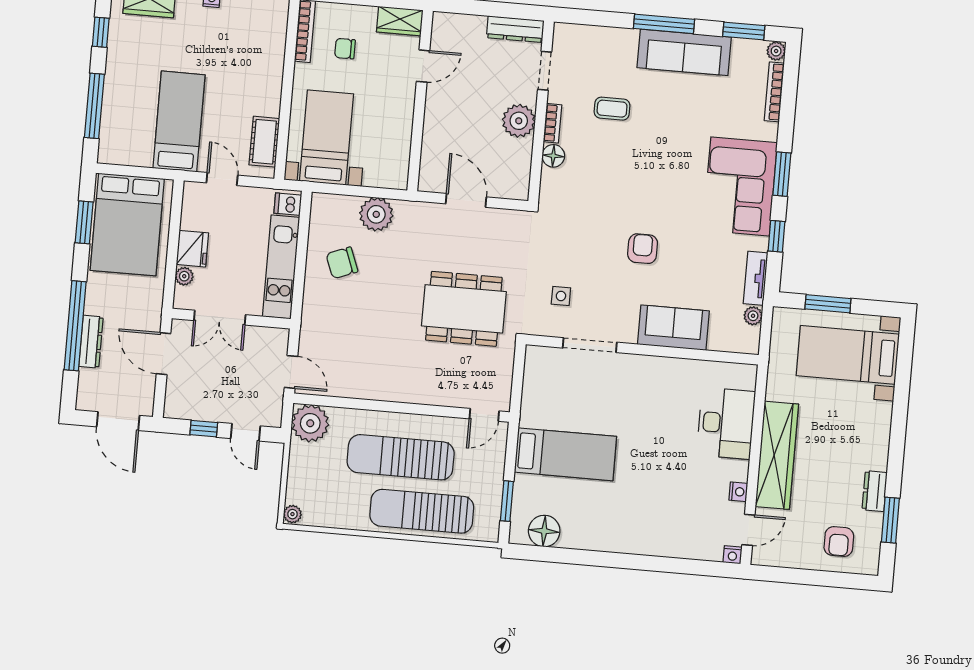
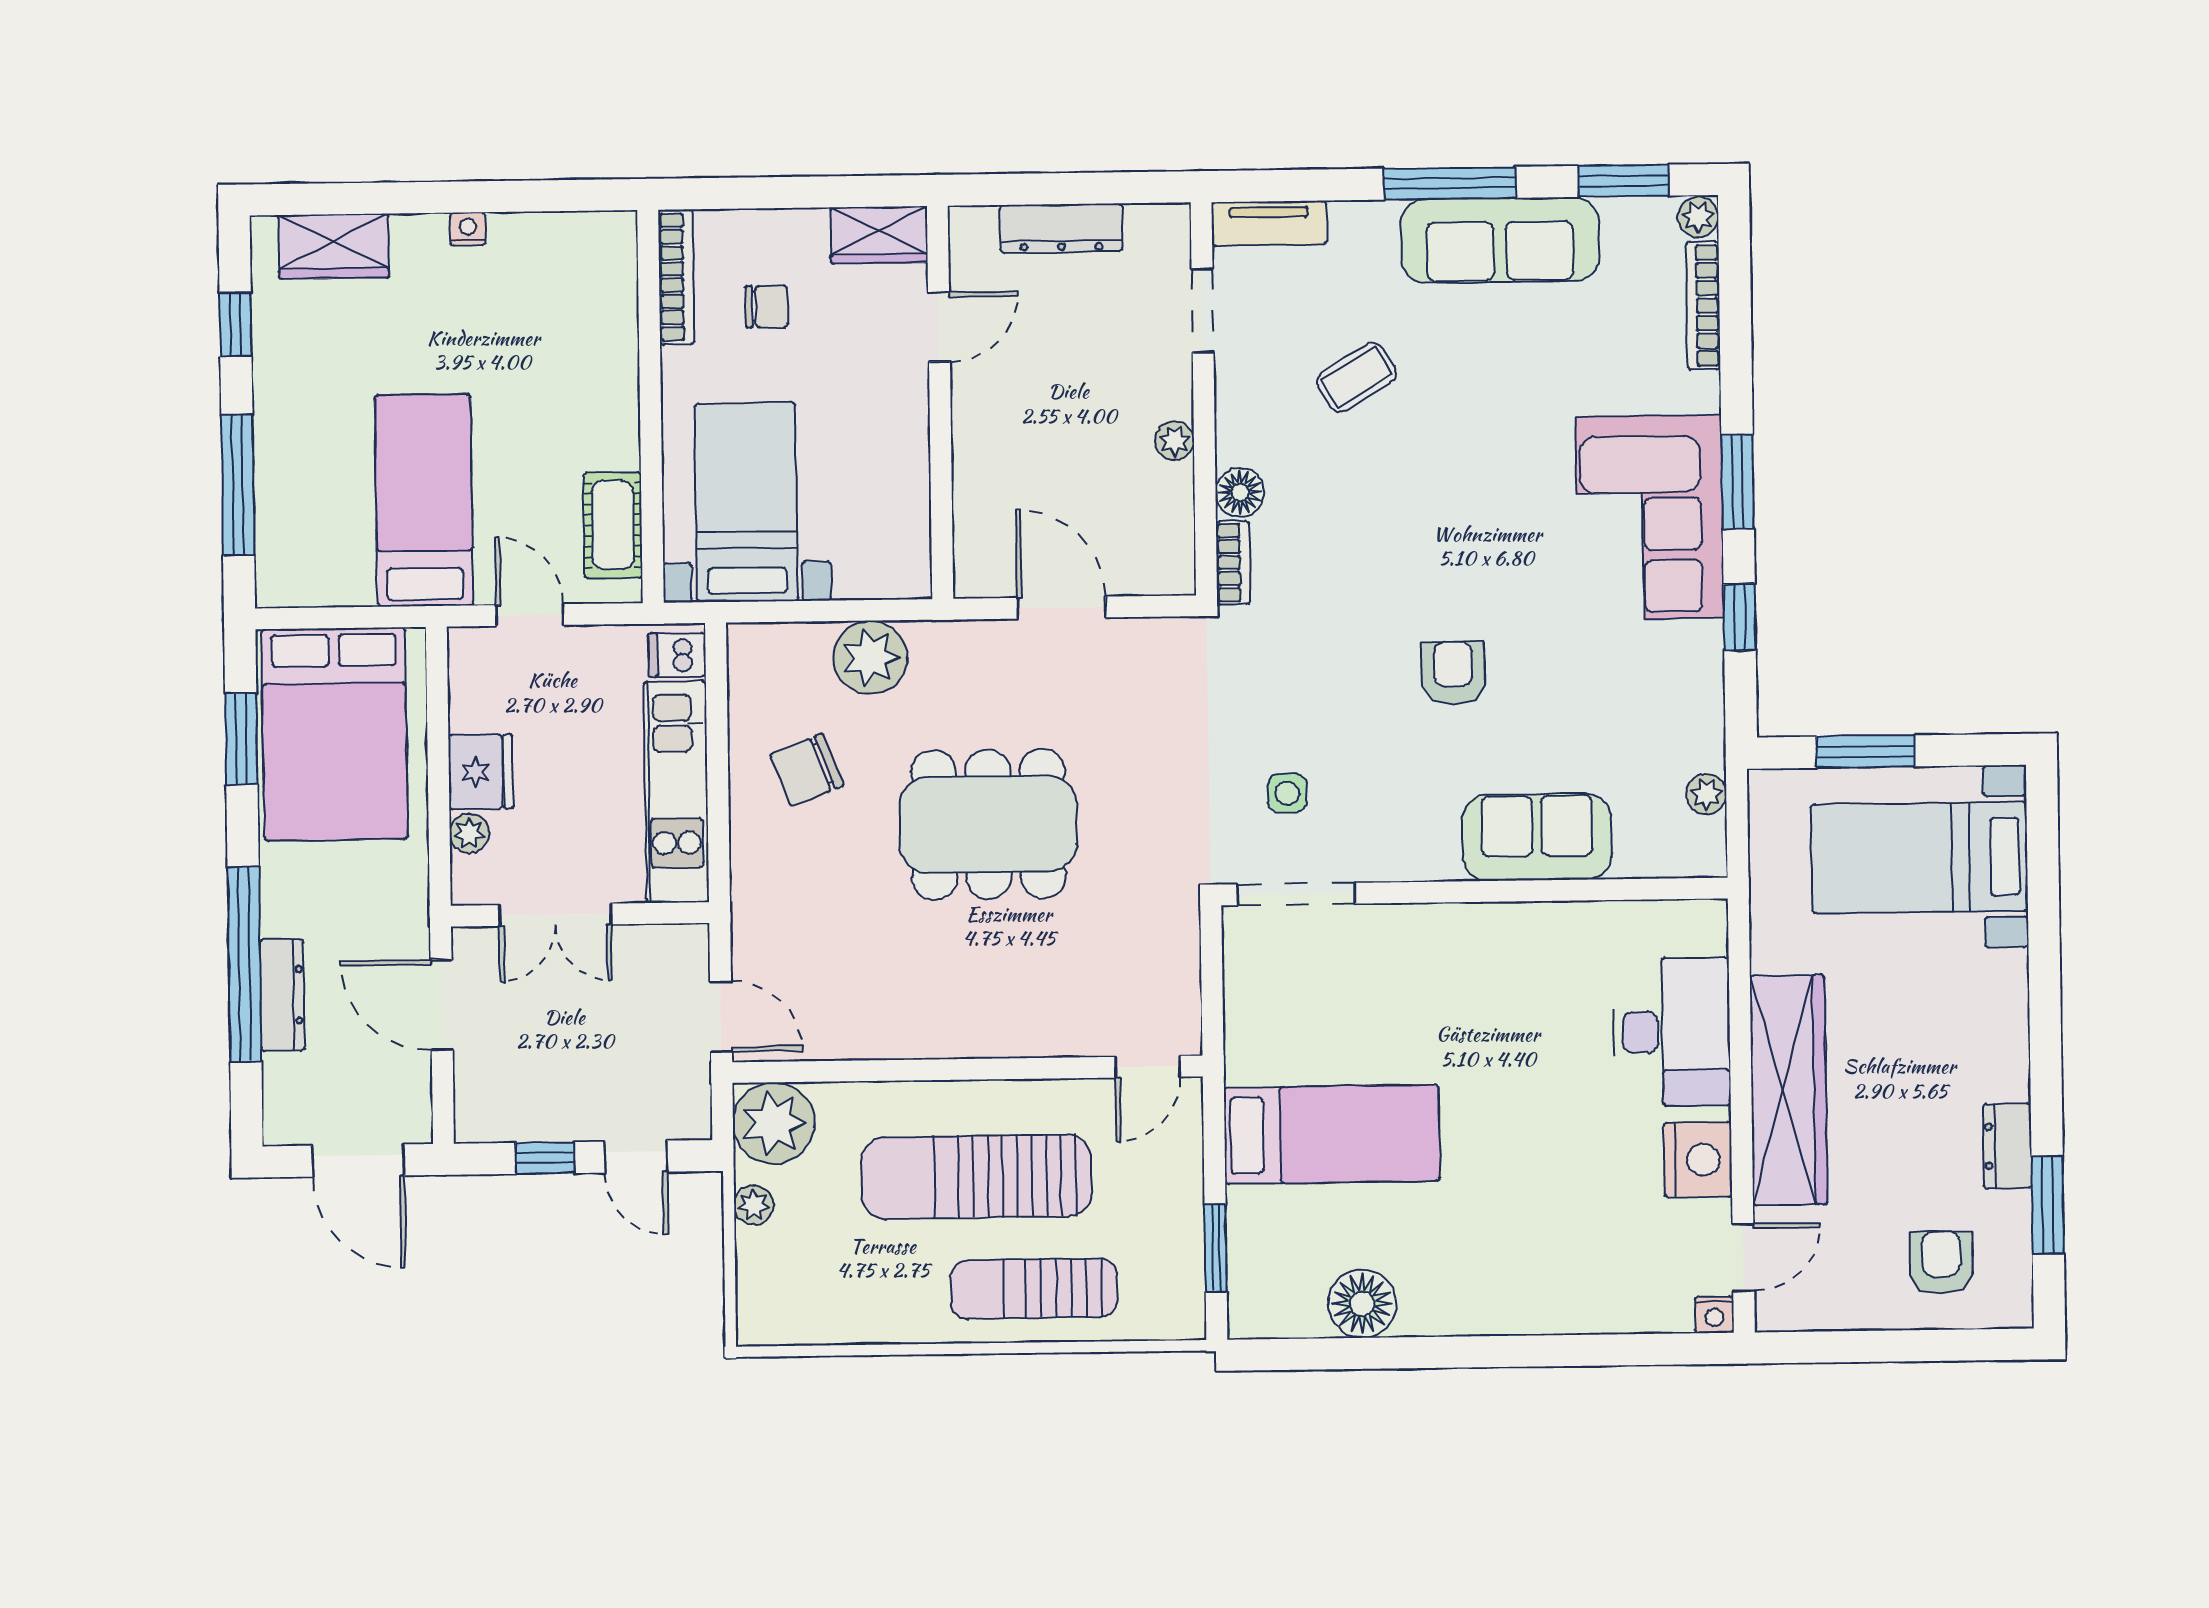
dresser: (515, 29) -> (1061, 228), moved
chair: (345, 49) -> (767, 306), turned 180
coffee table: (612, 109) -> (1356, 377), turned -31
plant: (519, 121) -> (1175, 441), width x0.53, depth x0.53
bookcase: (553, 123) -> (1233, 563), moved
tv unit: (756, 278) -> (1269, 223), moved, turned -90
dining table: (464, 309) -> (988, 824), moved
doorway: (590, 345) -> (1297, 894), moved
nightstand: (738, 492) -> (1698, 1160), width x1.89, depth x1.79
sun lounger: (422, 511) -> (1034, 1289), width x0.73, depth x0.75
plant: (292, 514) -> (754, 1205), moved
floor lamp: (544, 531) -> (1362, 1304), moved
armchair: (839, 542) -> (1941, 1263), turned 180

